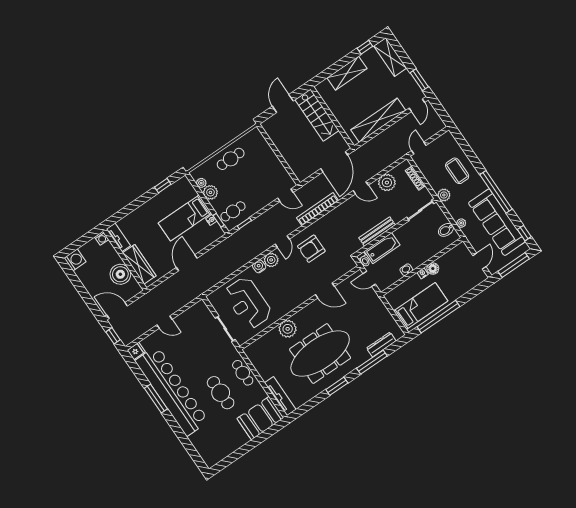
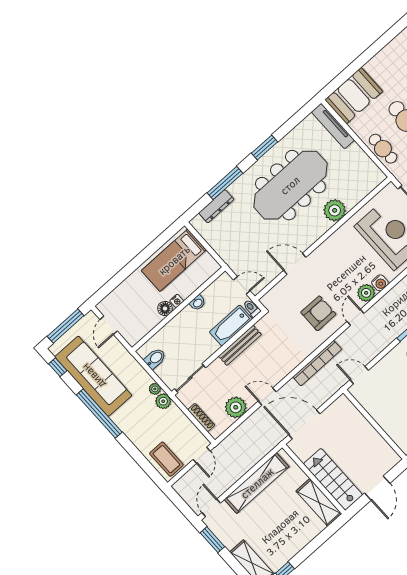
shelving: (347, 73) -> (319, 502), moved, turned 90
door: (334, 162) -> (304, 424), hinge flipped
coffee table: (457, 171) -> (166, 459), moved
plant: (461, 223) -> (155, 389), moved
window: (438, 317) -> (150, 250), removed

